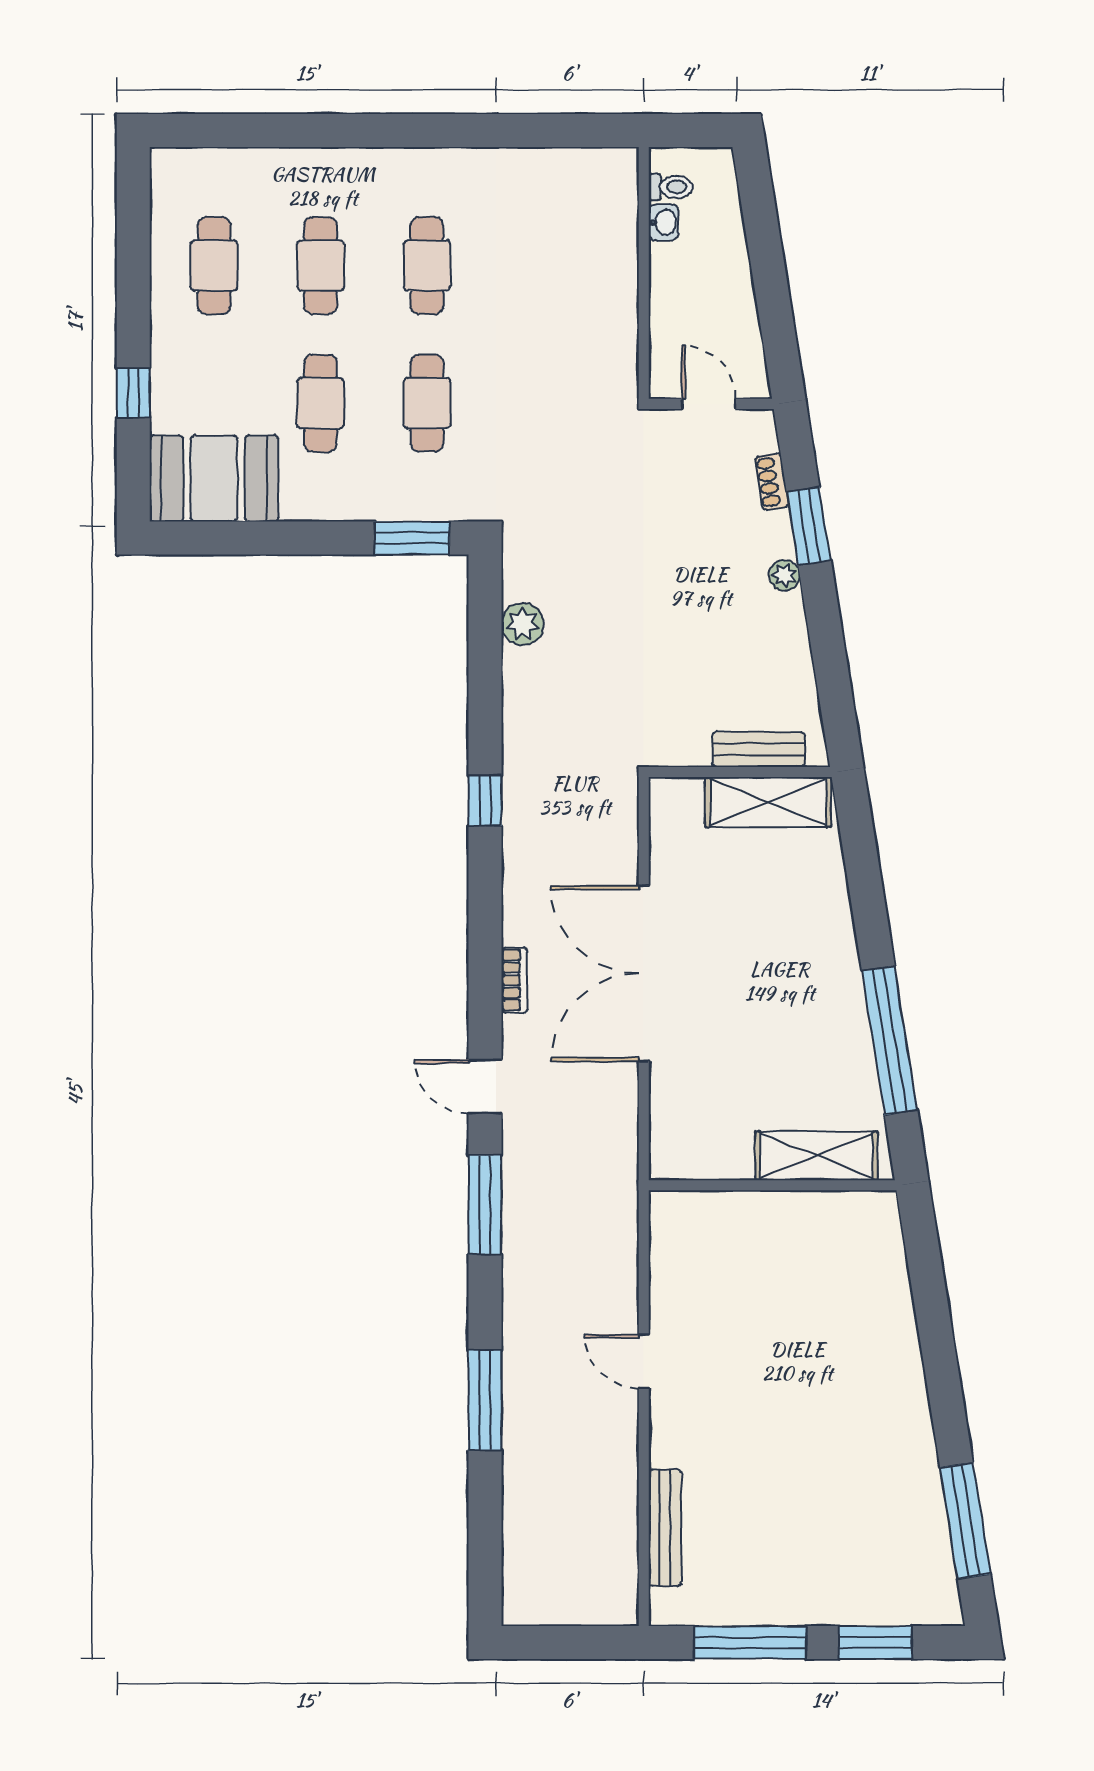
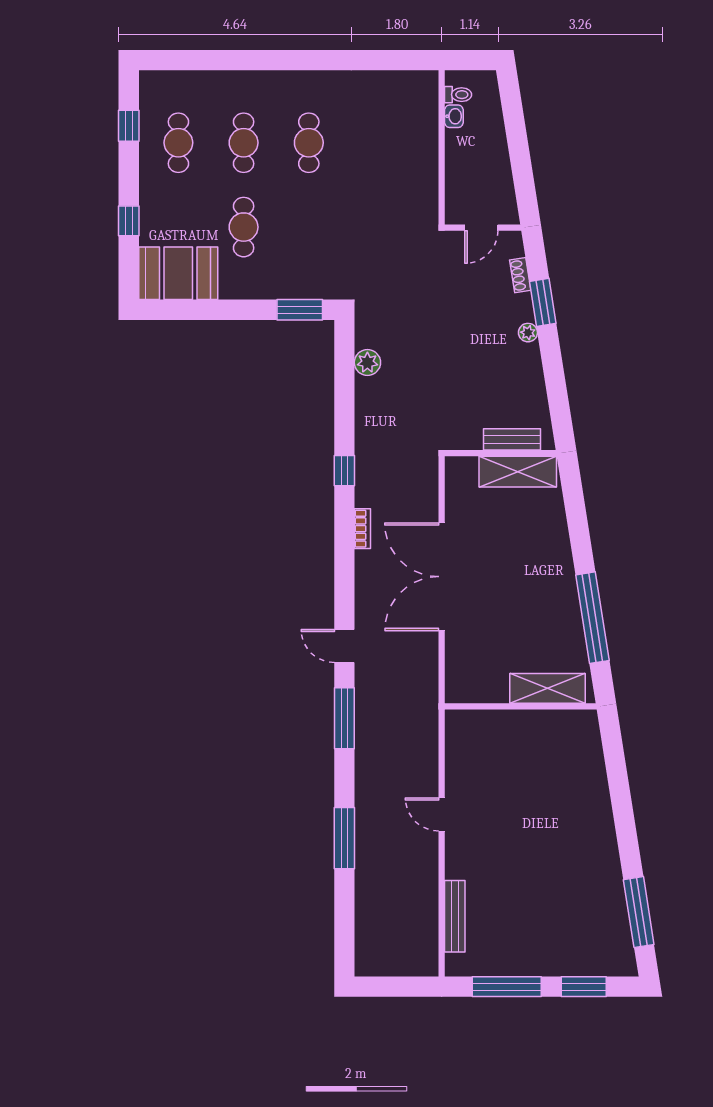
window: (133, 238) -> (129, 126), added
cafe table: (427, 403) -> (309, 227), removed
door: (709, 404) -> (481, 228), swing flipped
bookcase: (514, 980) -> (362, 529), moved

